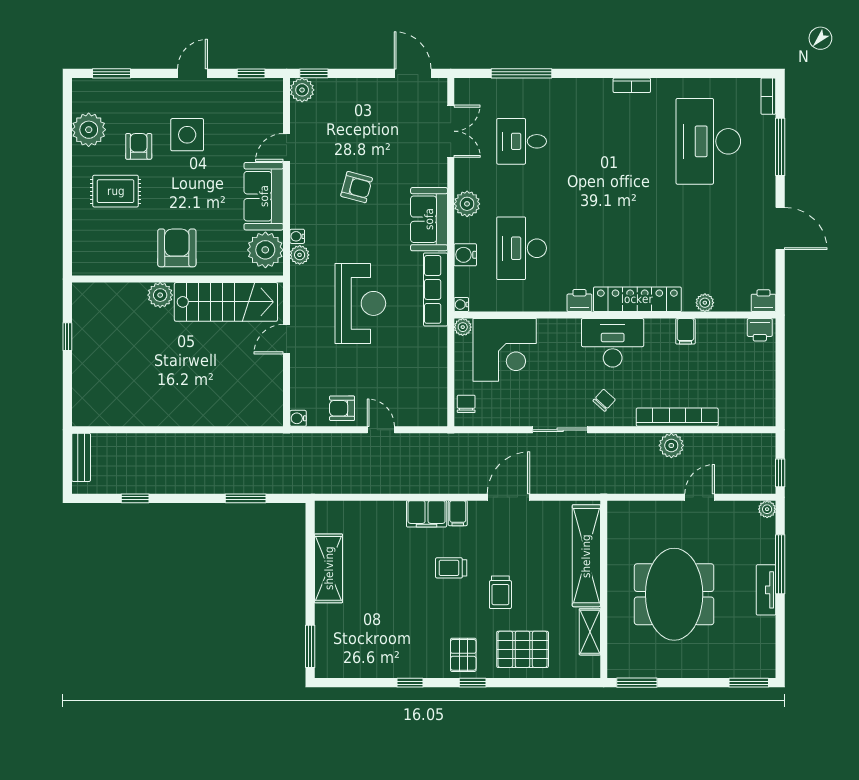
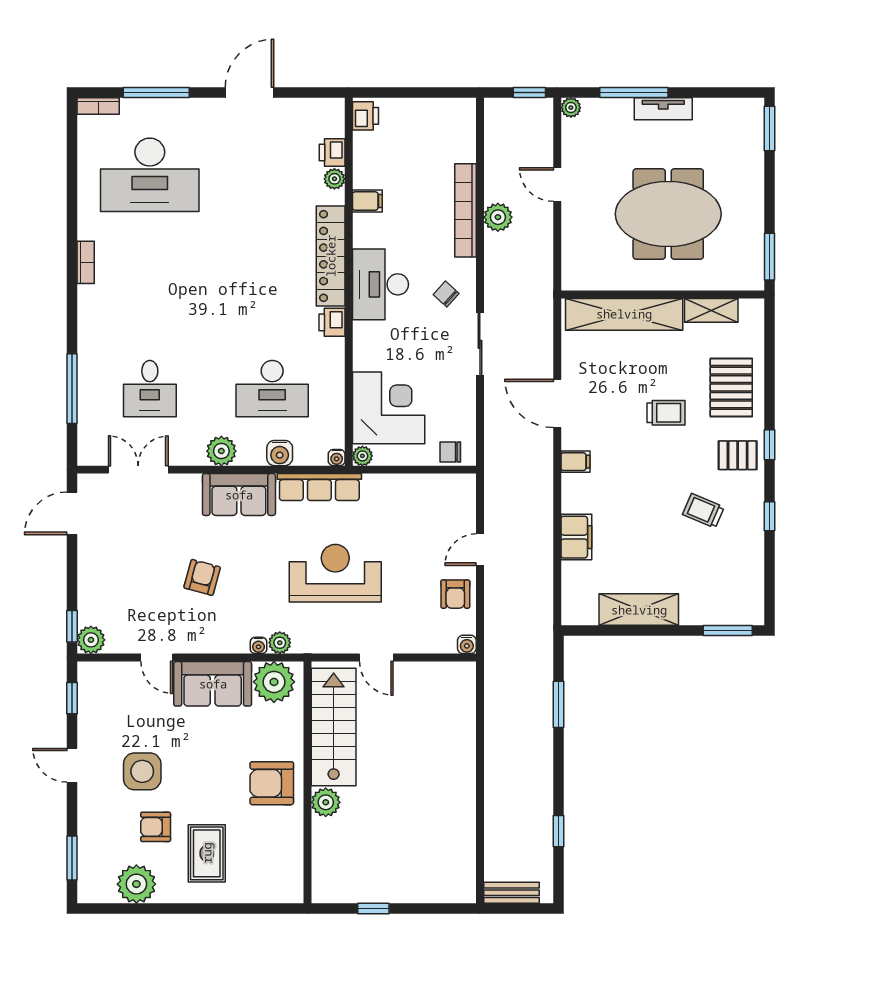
printer: (763, 301) -> (332, 152), moved
filing cabinet: (427, 514) -> (576, 537), moved
trolley: (451, 568) -> (703, 511), moved, turned 113

